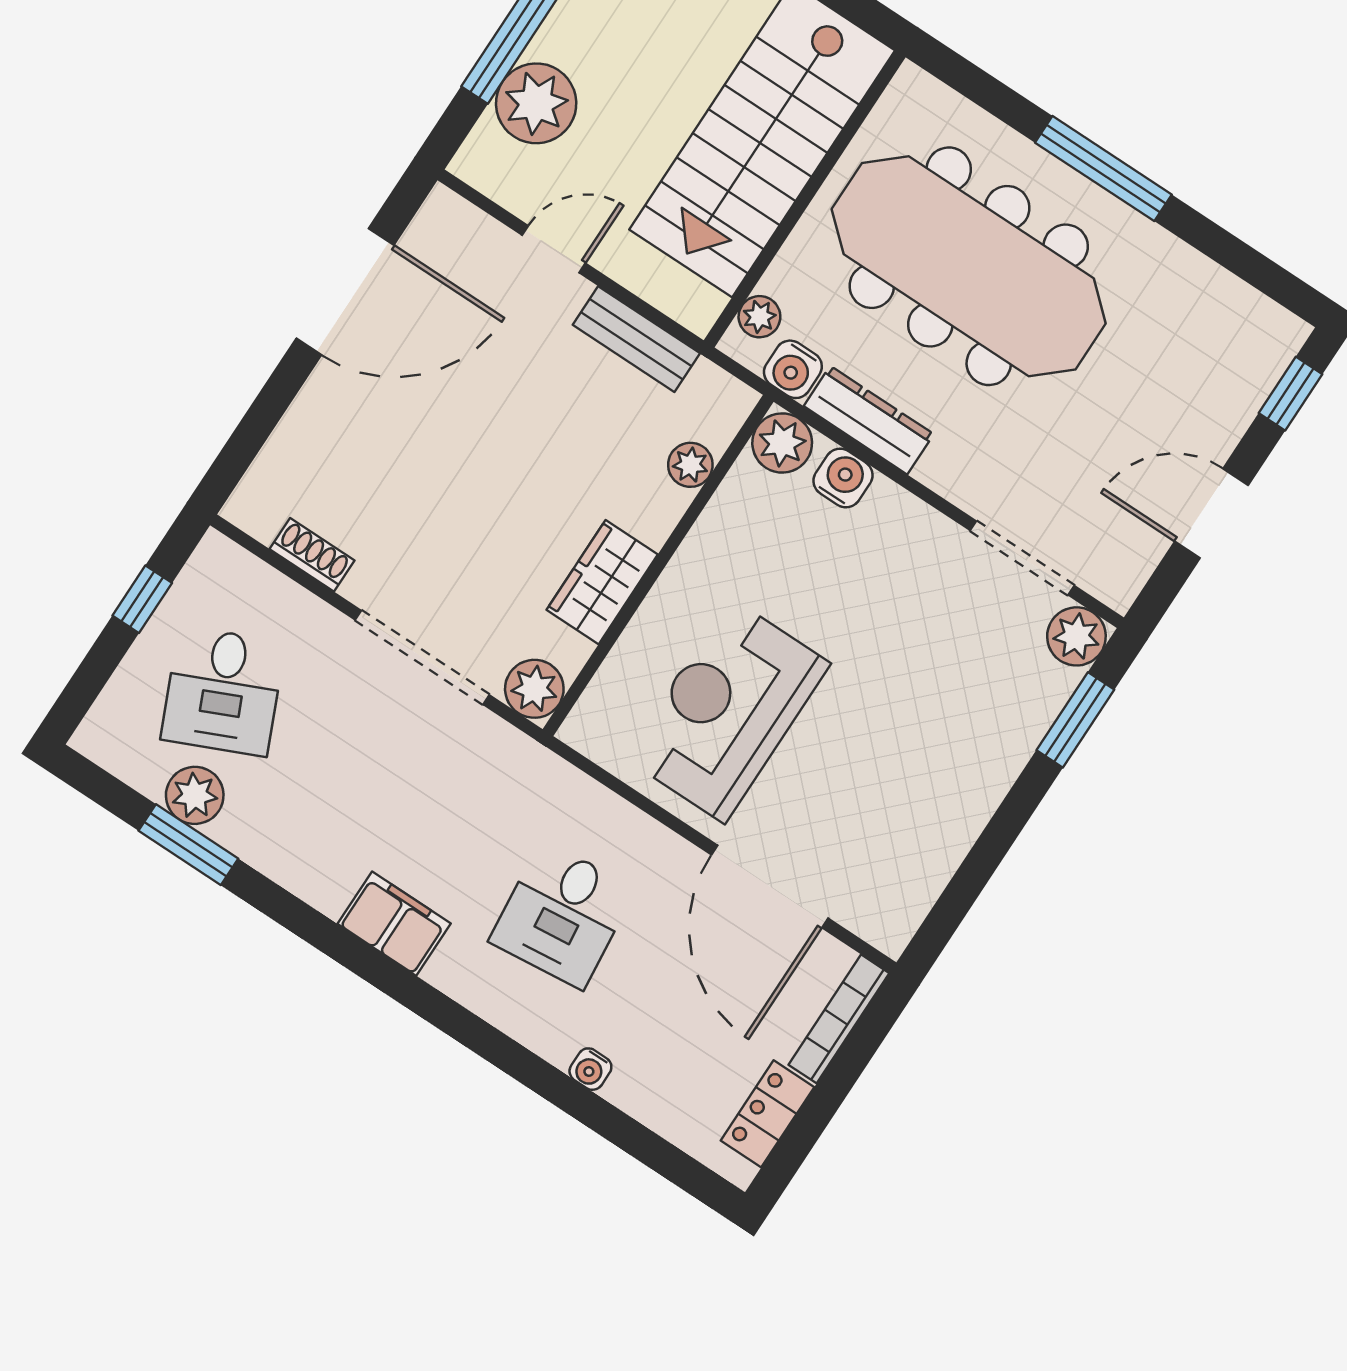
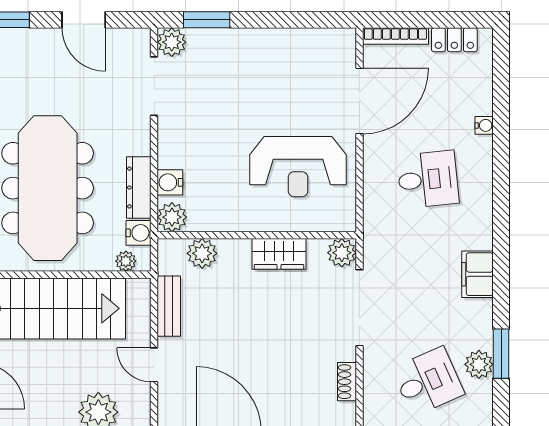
plant: (690, 465) -> (202, 253), width x1.38, depth x1.38
filing cabinet: (394, 924) -> (478, 274), moved

